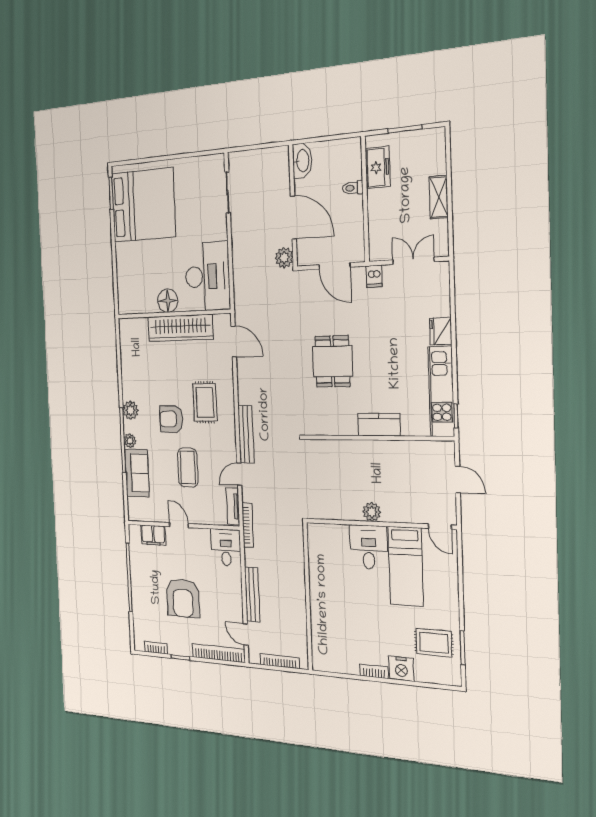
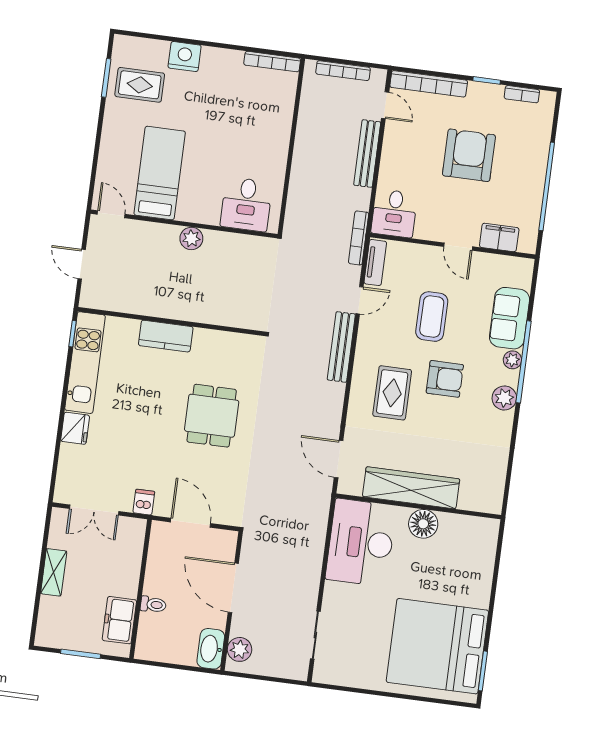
plant: (284, 258) -> (240, 649), moved
desk: (369, 547) -> (246, 204), moved
bookcase: (374, 671) -> (272, 62), moved, width x1.56

